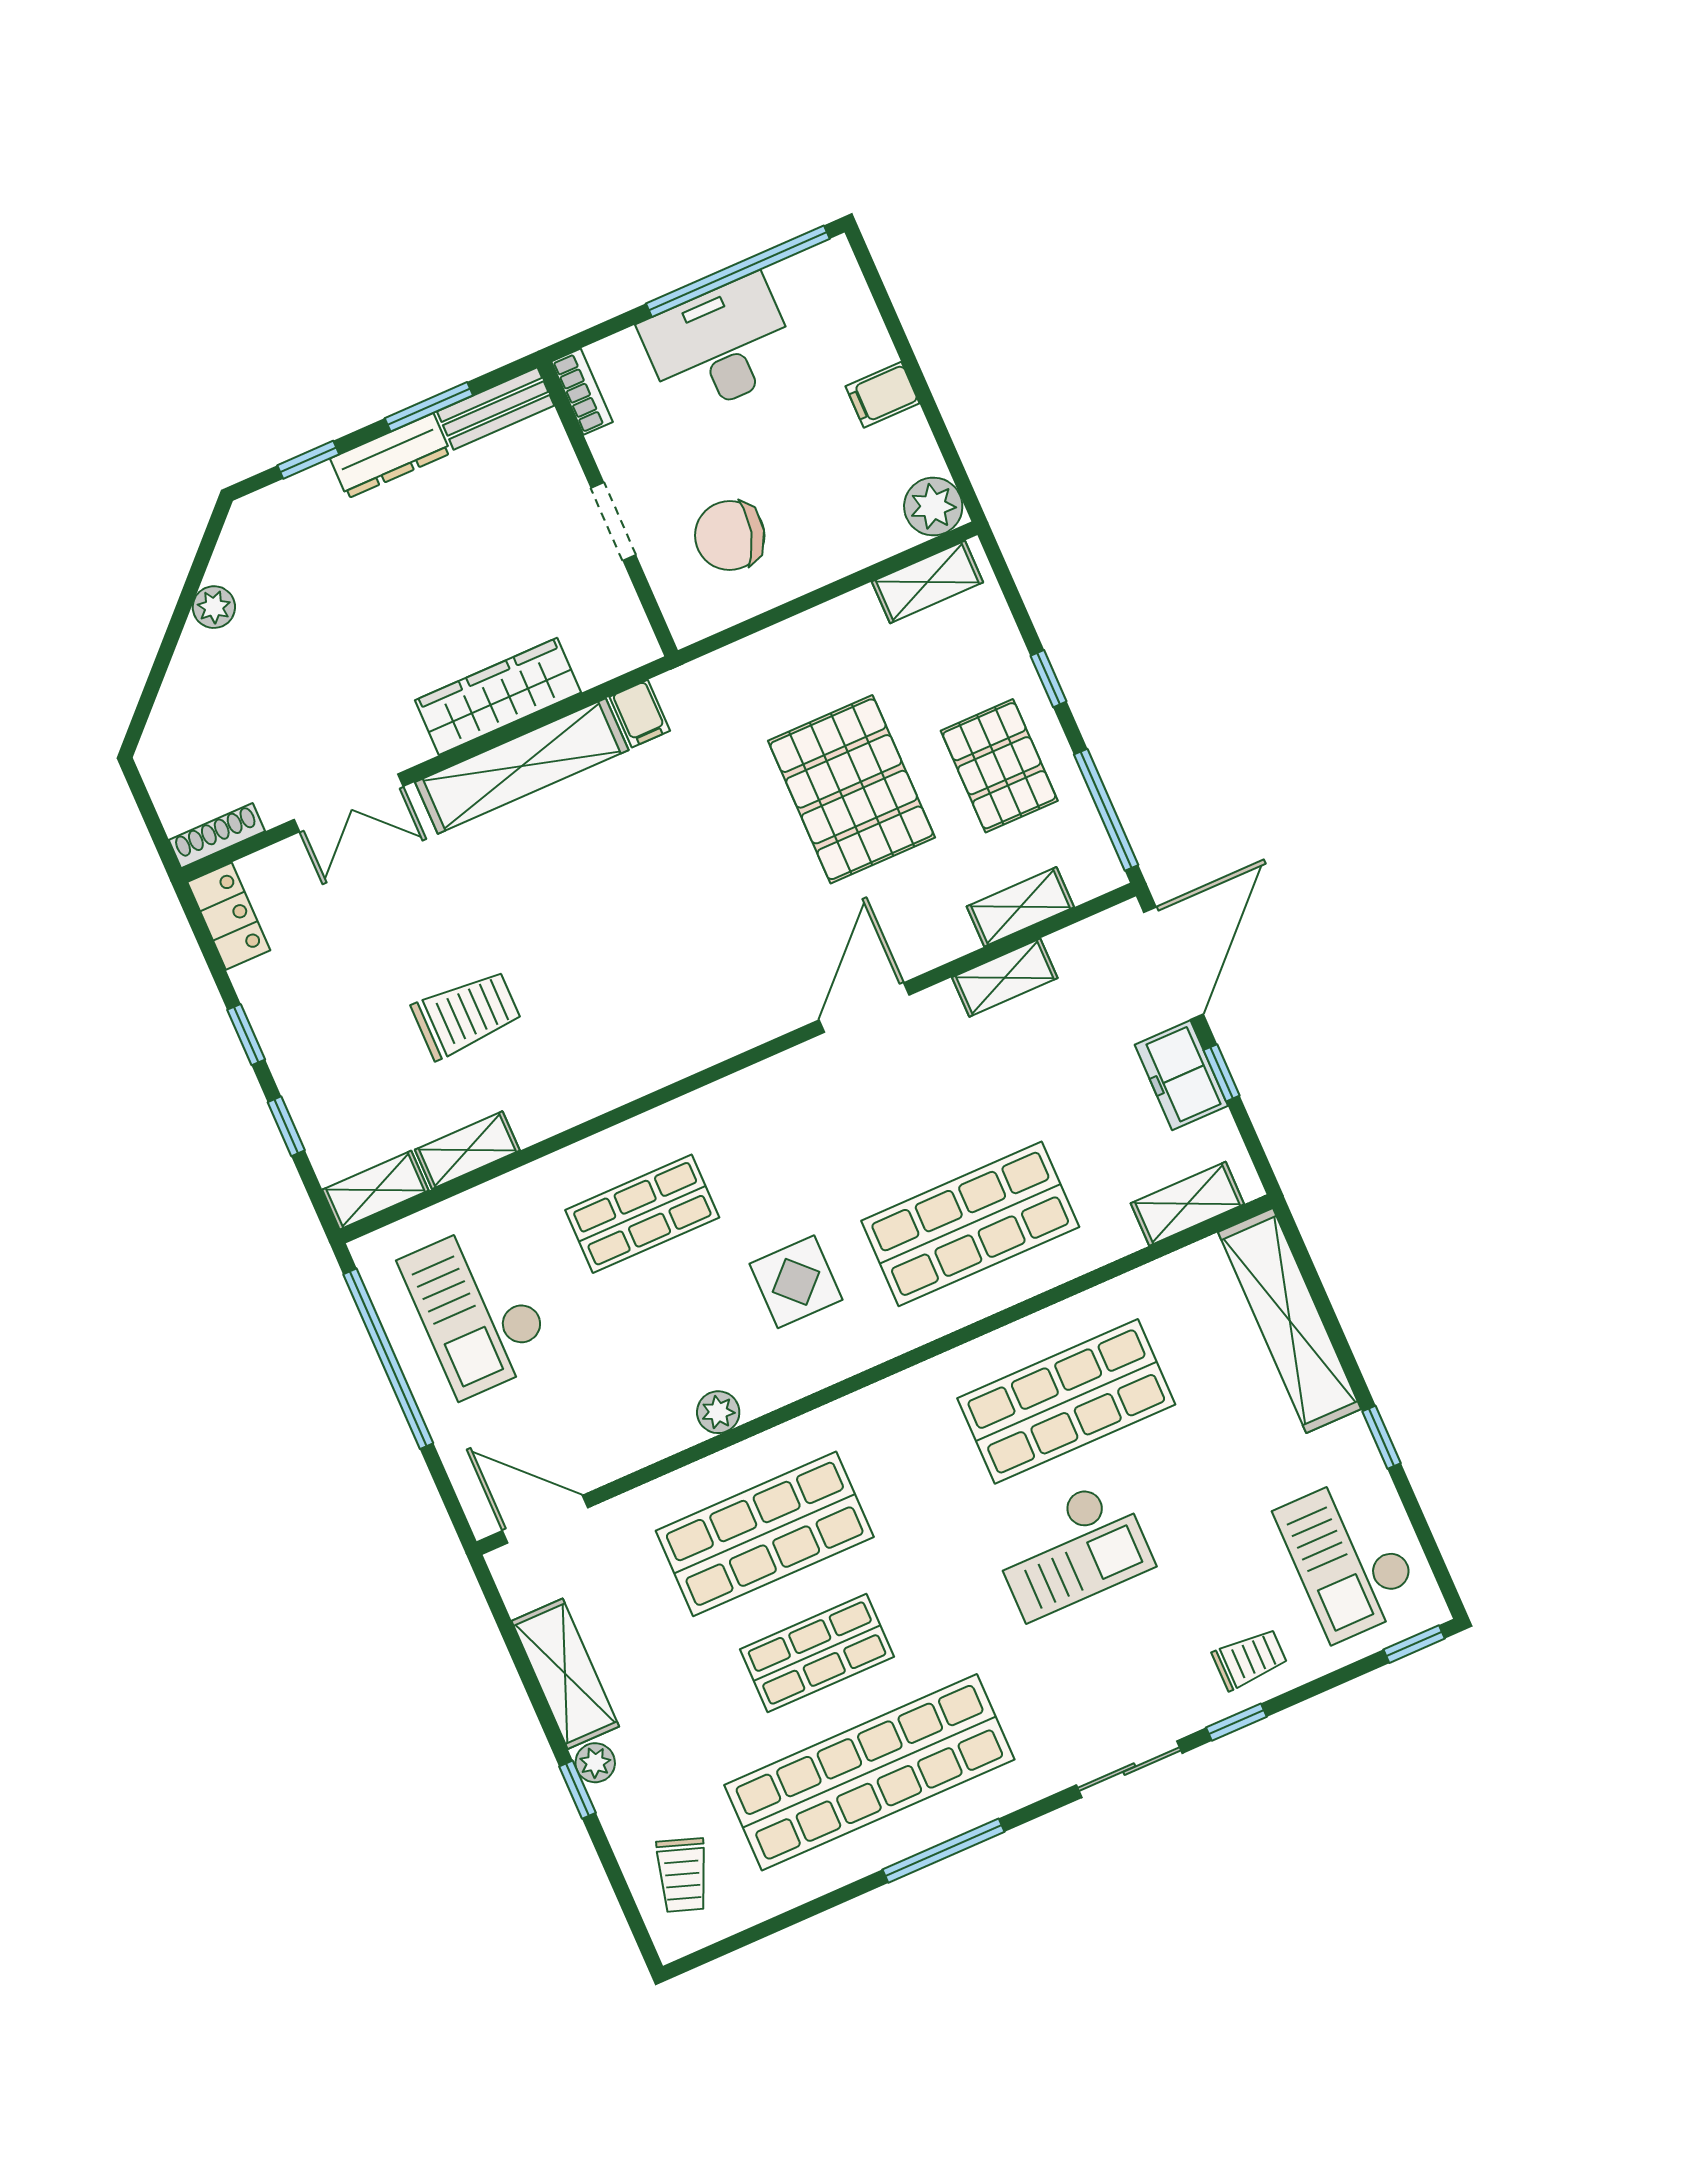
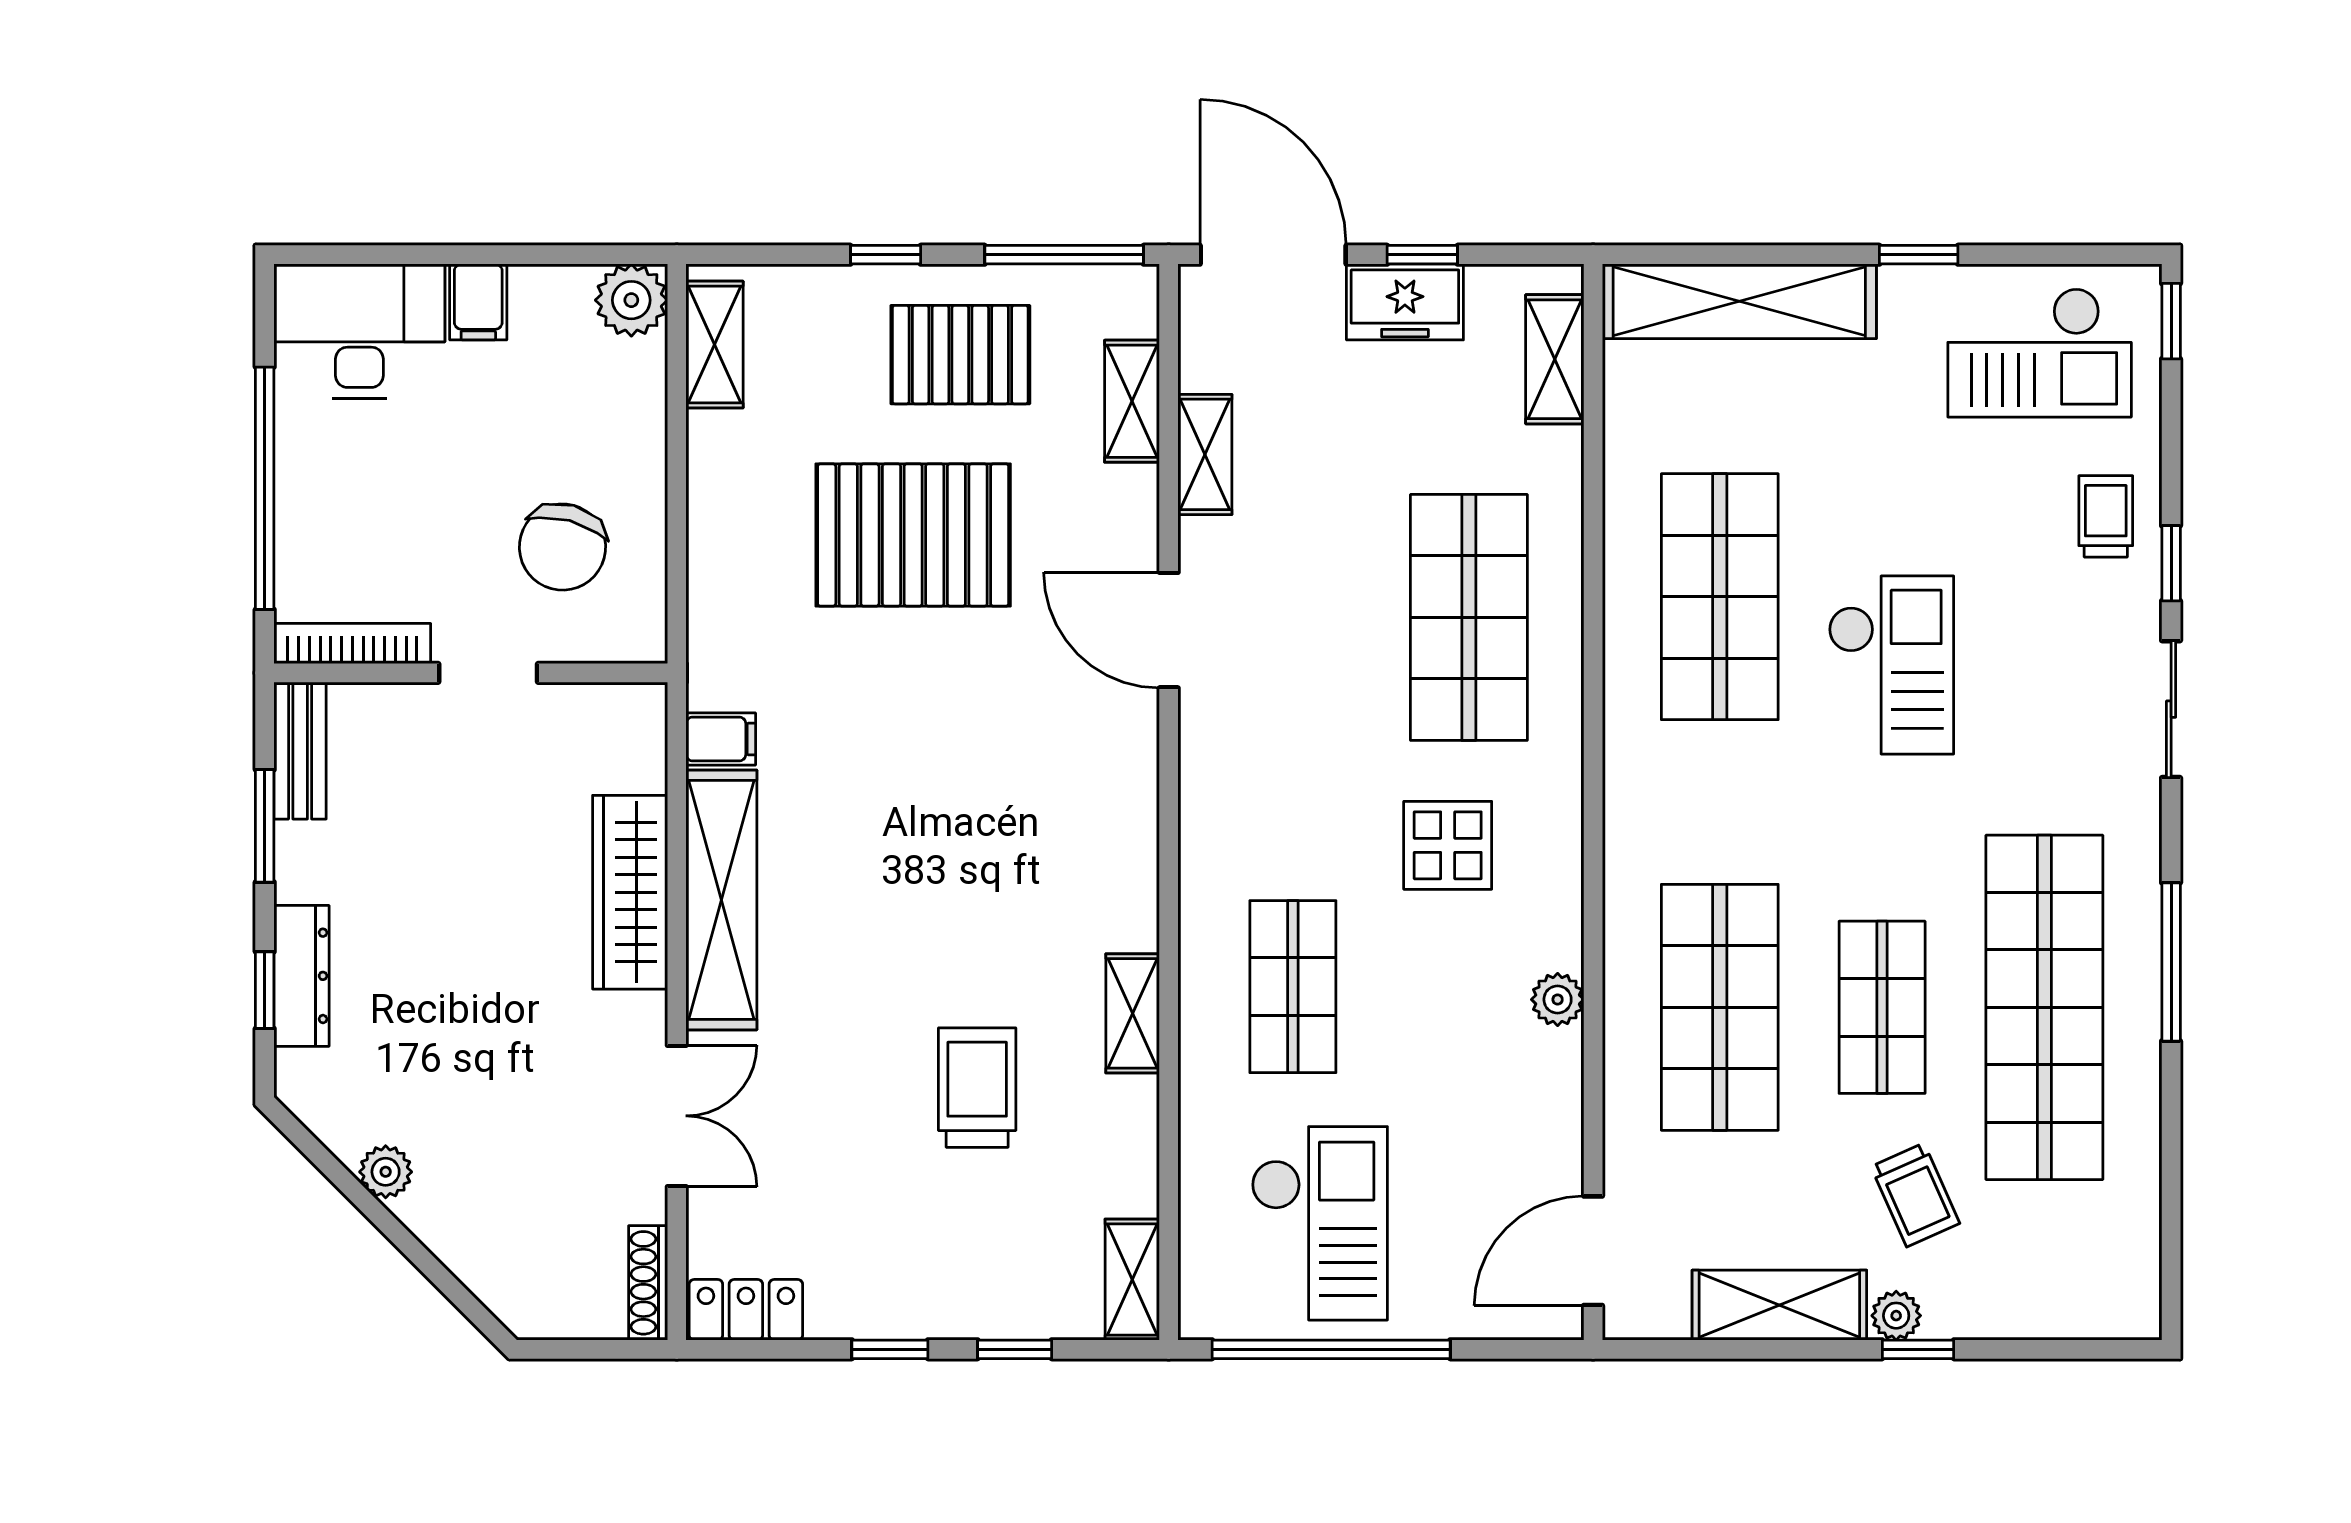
window: (738, 271) -> (265, 488), moved
desk: (719, 346) -> (359, 331), moved, turned 90
bookcase: (582, 392) -> (352, 644), width x1.56
dresser: (390, 456) -> (301, 976), moved
shelving: (467, 1150) -> (1133, 1013), moved
checkout: (477, 1309) -> (1319, 1223), turned -90
trolley: (682, 1875) -> (1915, 1195), moved, turned 47

